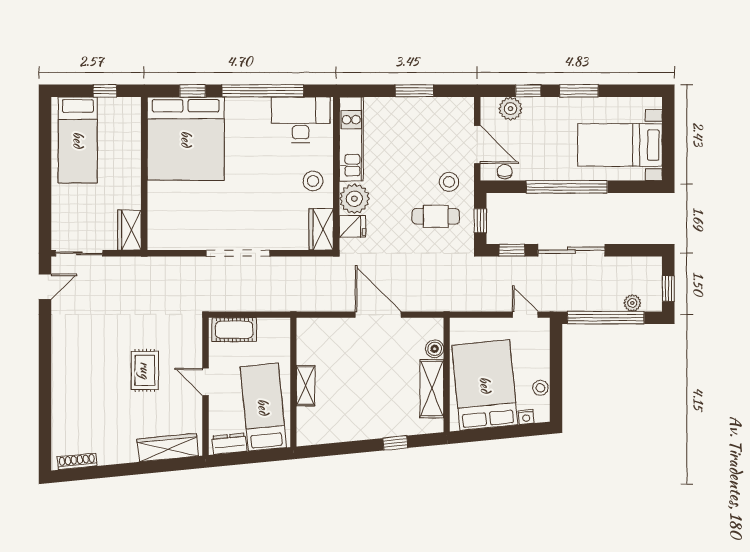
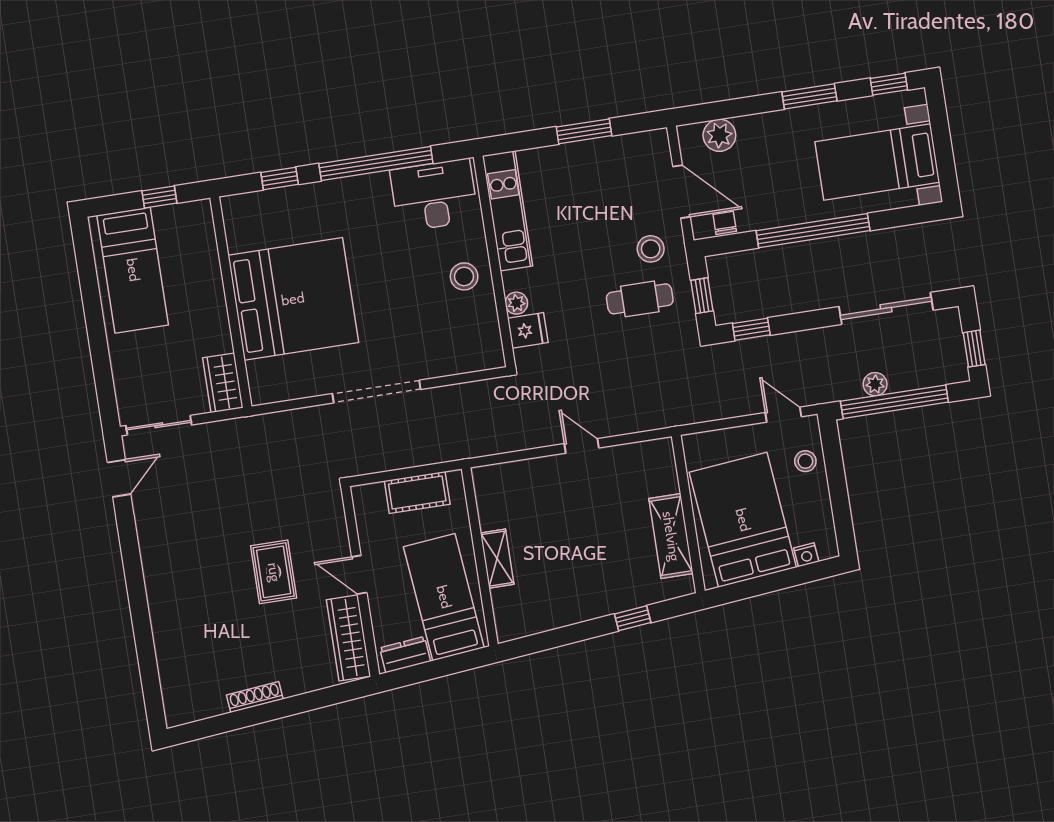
window: (528, 91) -> (889, 84), moved
bed: (186, 139) -> (293, 299), moved, turned -90
plant: (354, 199) -> (516, 303), width x0.53, depth x0.53
wardrobe: (321, 229) -> (485, 341), removed
sliding door: (571, 250) -> (886, 308), moved
plant: (632, 303) -> (875, 384), moved
door: (378, 315) -> (582, 446), width x0.53
cot: (234, 330) -> (417, 492), moved
boiler: (435, 349) -> (666, 481), removed
stool: (540, 388) -> (805, 461), moved
wardrobe: (168, 448) -> (349, 638), moved, turned -84
shoe rack: (77, 461) -> (255, 697), moved

